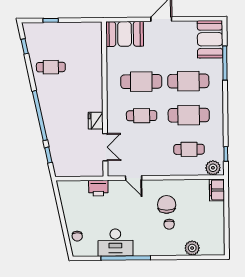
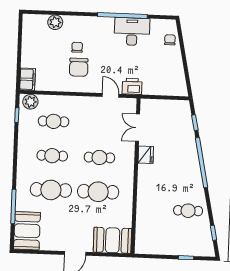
cafe table: (189, 115) -> (52, 156), width x0.73, depth x0.74
printer: (98, 188) -> (132, 86), moved

